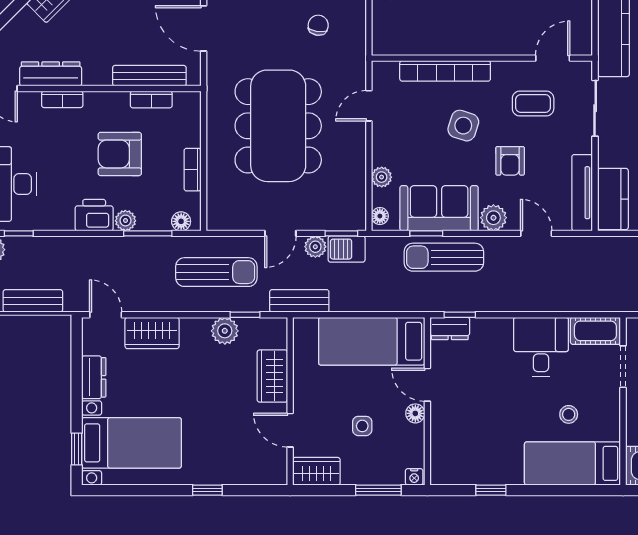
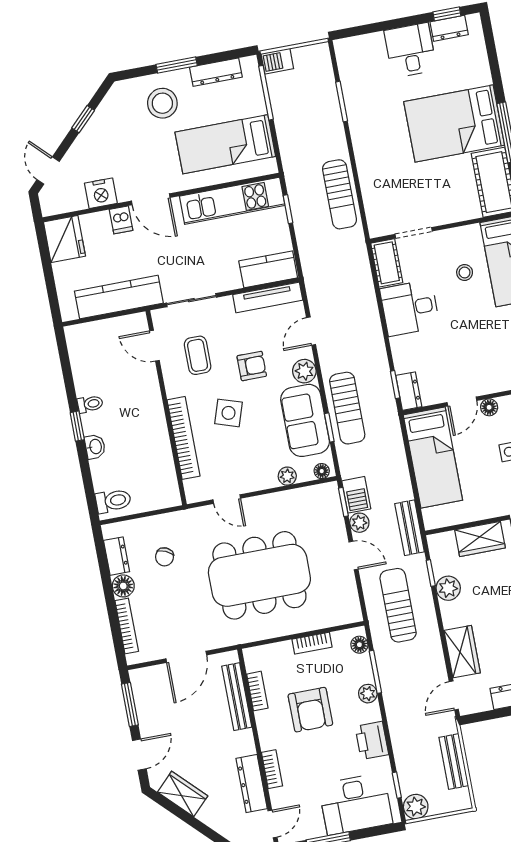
chair: (318, 25) -> (165, 557), turned -74
printer: (94, 215) -> (372, 740), moved

